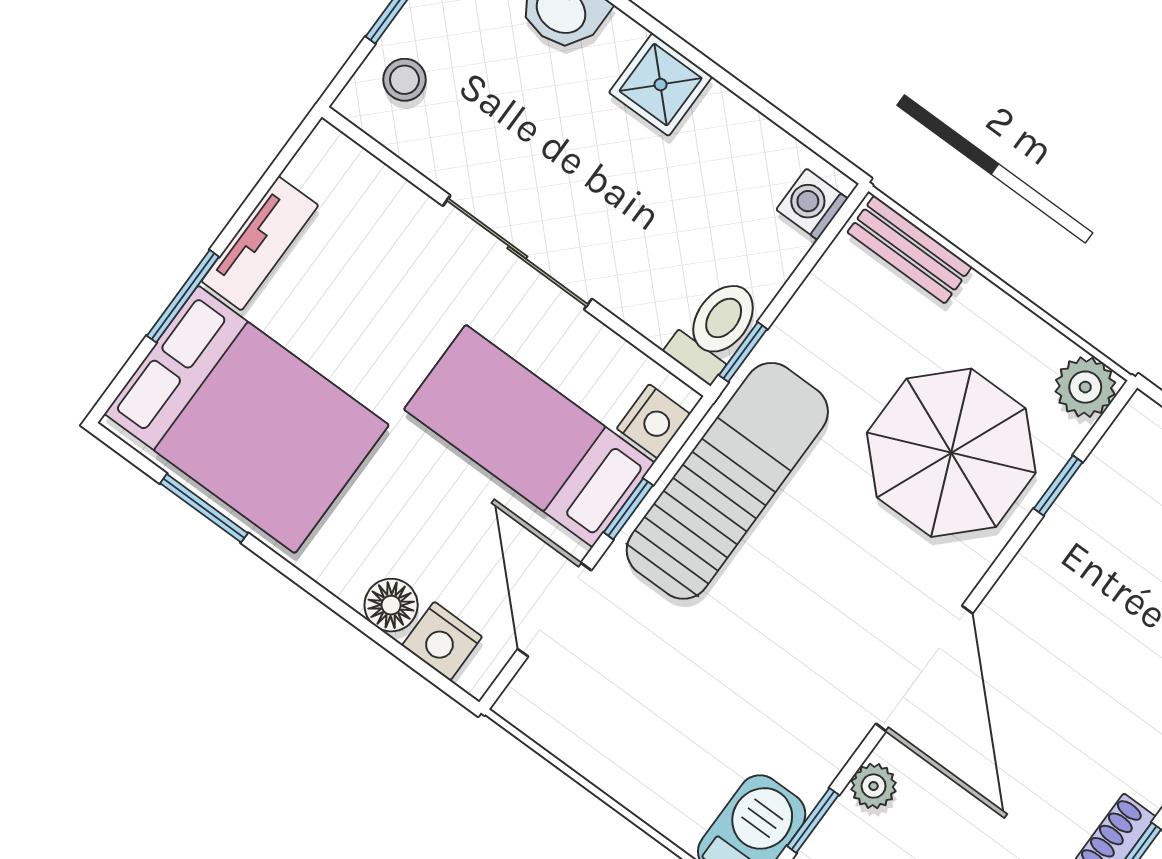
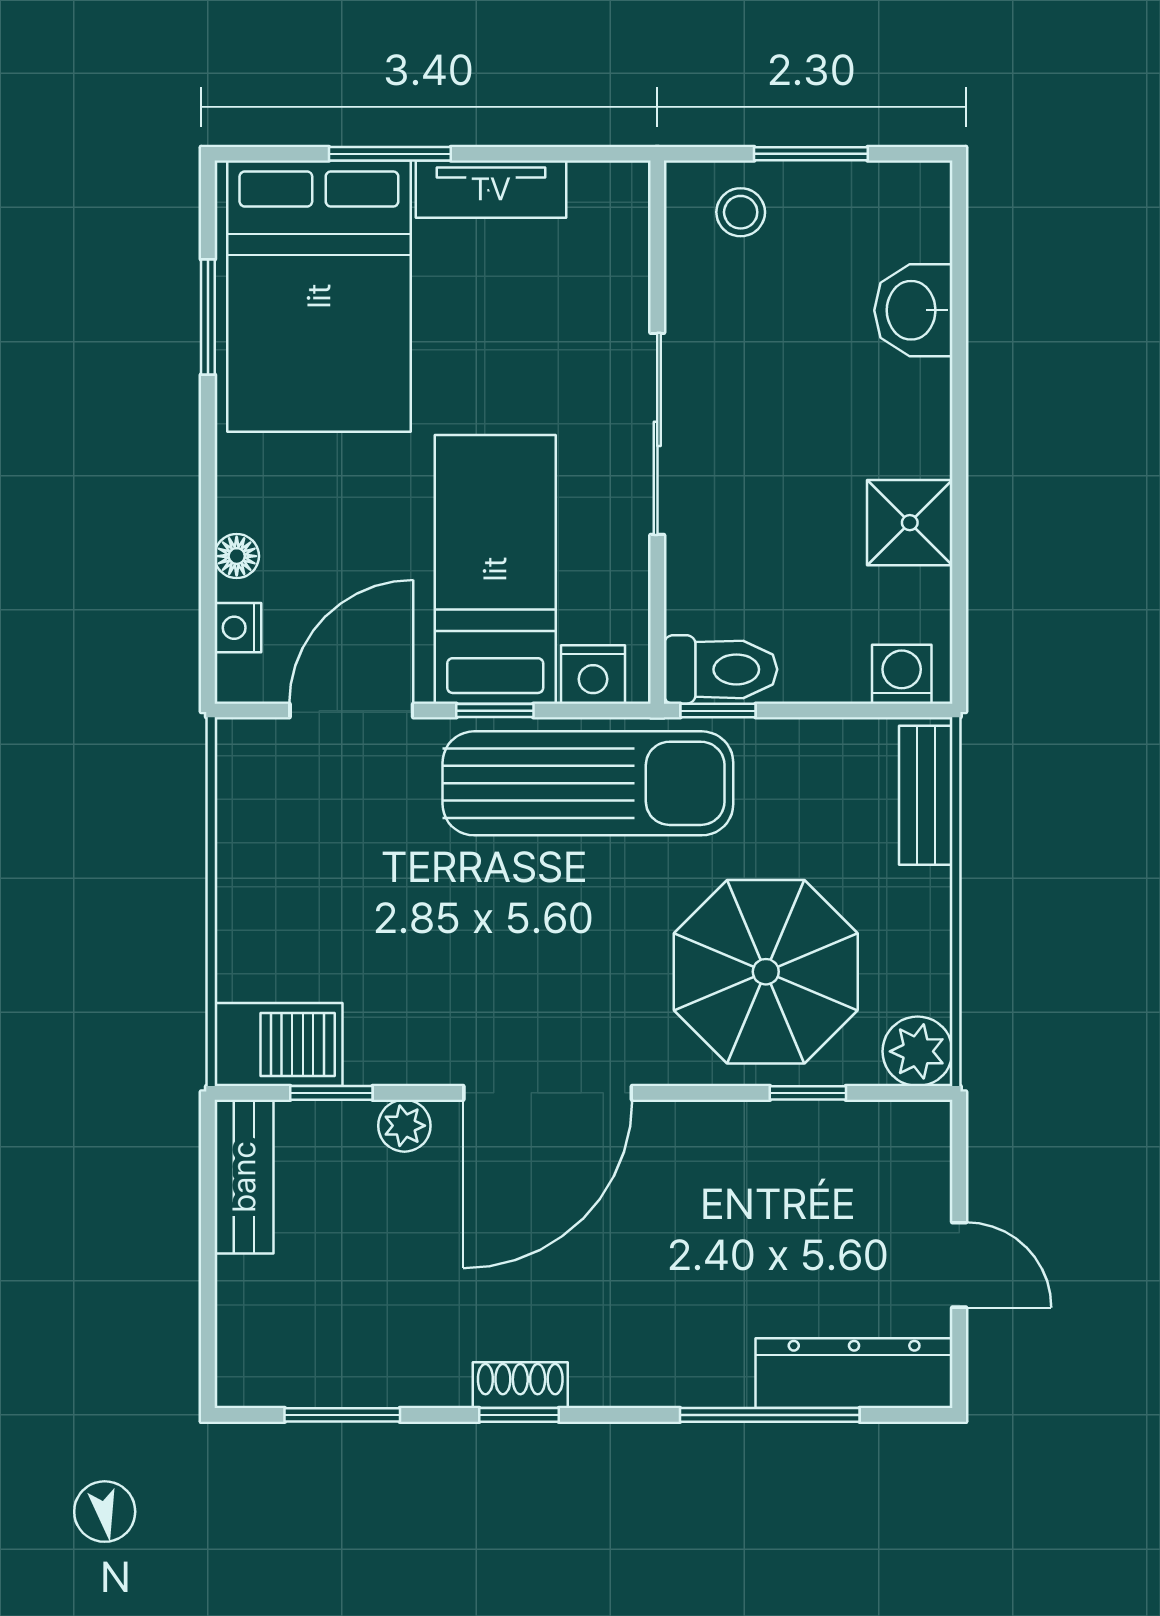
shower: (661, 85) -> (910, 523), moved
floor lamp: (391, 605) -> (237, 556), width x0.73, depth x0.73
nightstand: (442, 641) -> (238, 628), width x0.72, depth x0.74

